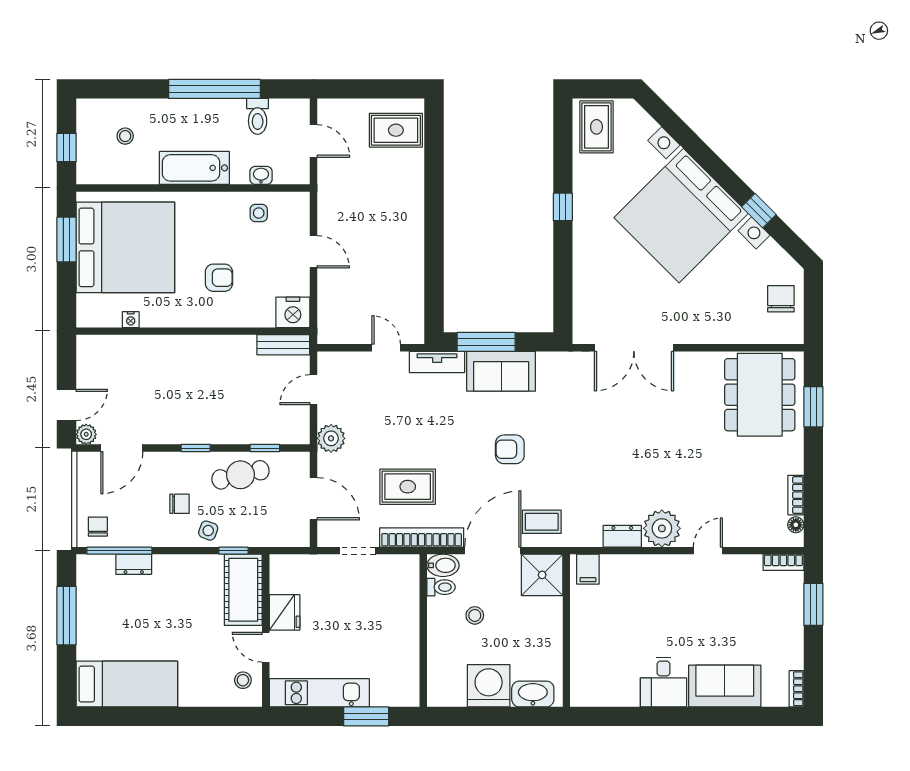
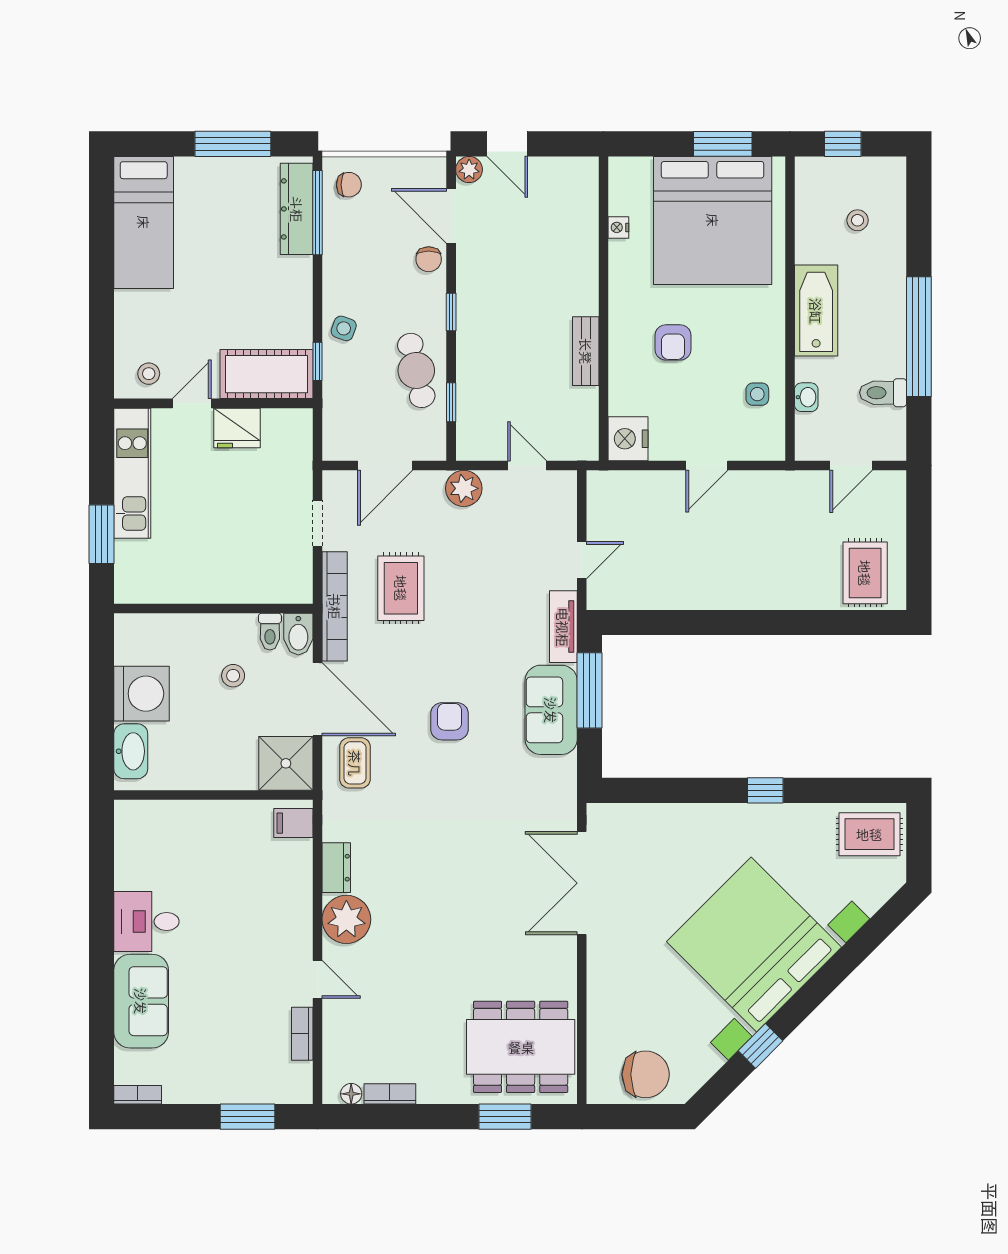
chair: (781, 299) -> (646, 1074), width x1.37, depth x1.37
bench: (283, 345) -> (586, 351), moved
chair: (180, 504) -> (429, 259), moved
bookcase: (783, 562) -> (302, 1034), moved
dresser: (134, 564) -> (297, 209), width x1.96, depth x1.24

